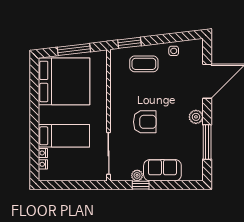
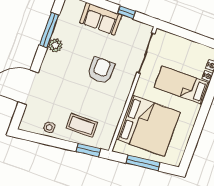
bed: (64, 81) -> (148, 126), moved, turned 180
plant: (196, 117) -> (55, 45), moved
armchair: (145, 122) -> (101, 70), turned 90
plant: (137, 175) -> (127, 23), removed

